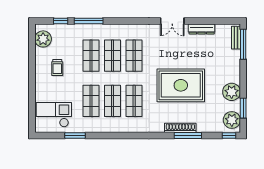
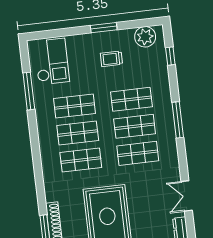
window: (89, 21) -> (178, 120), moved
window: (32, 71) -> (104, 28), added
window: (75, 135) -> (29, 91), width x1.44

